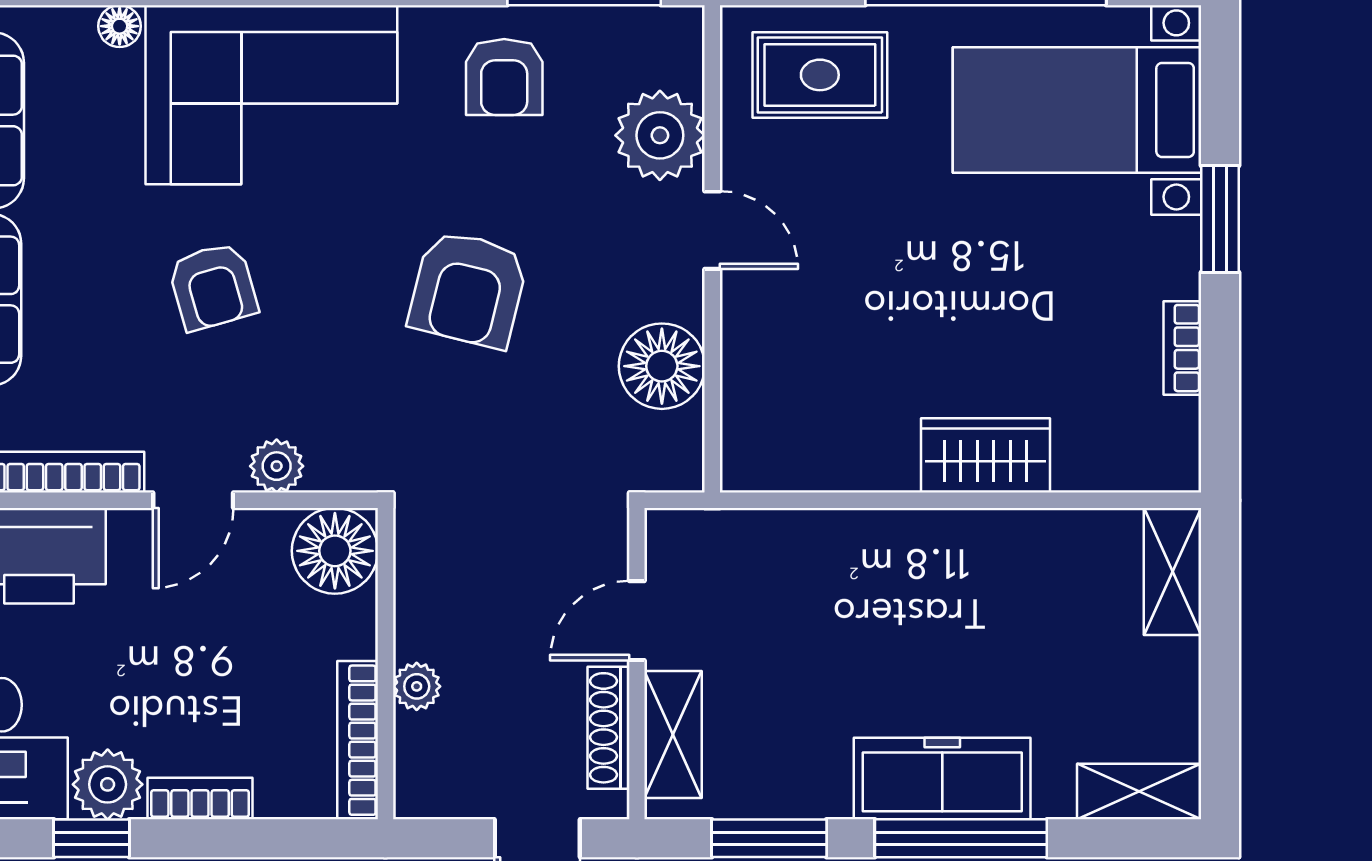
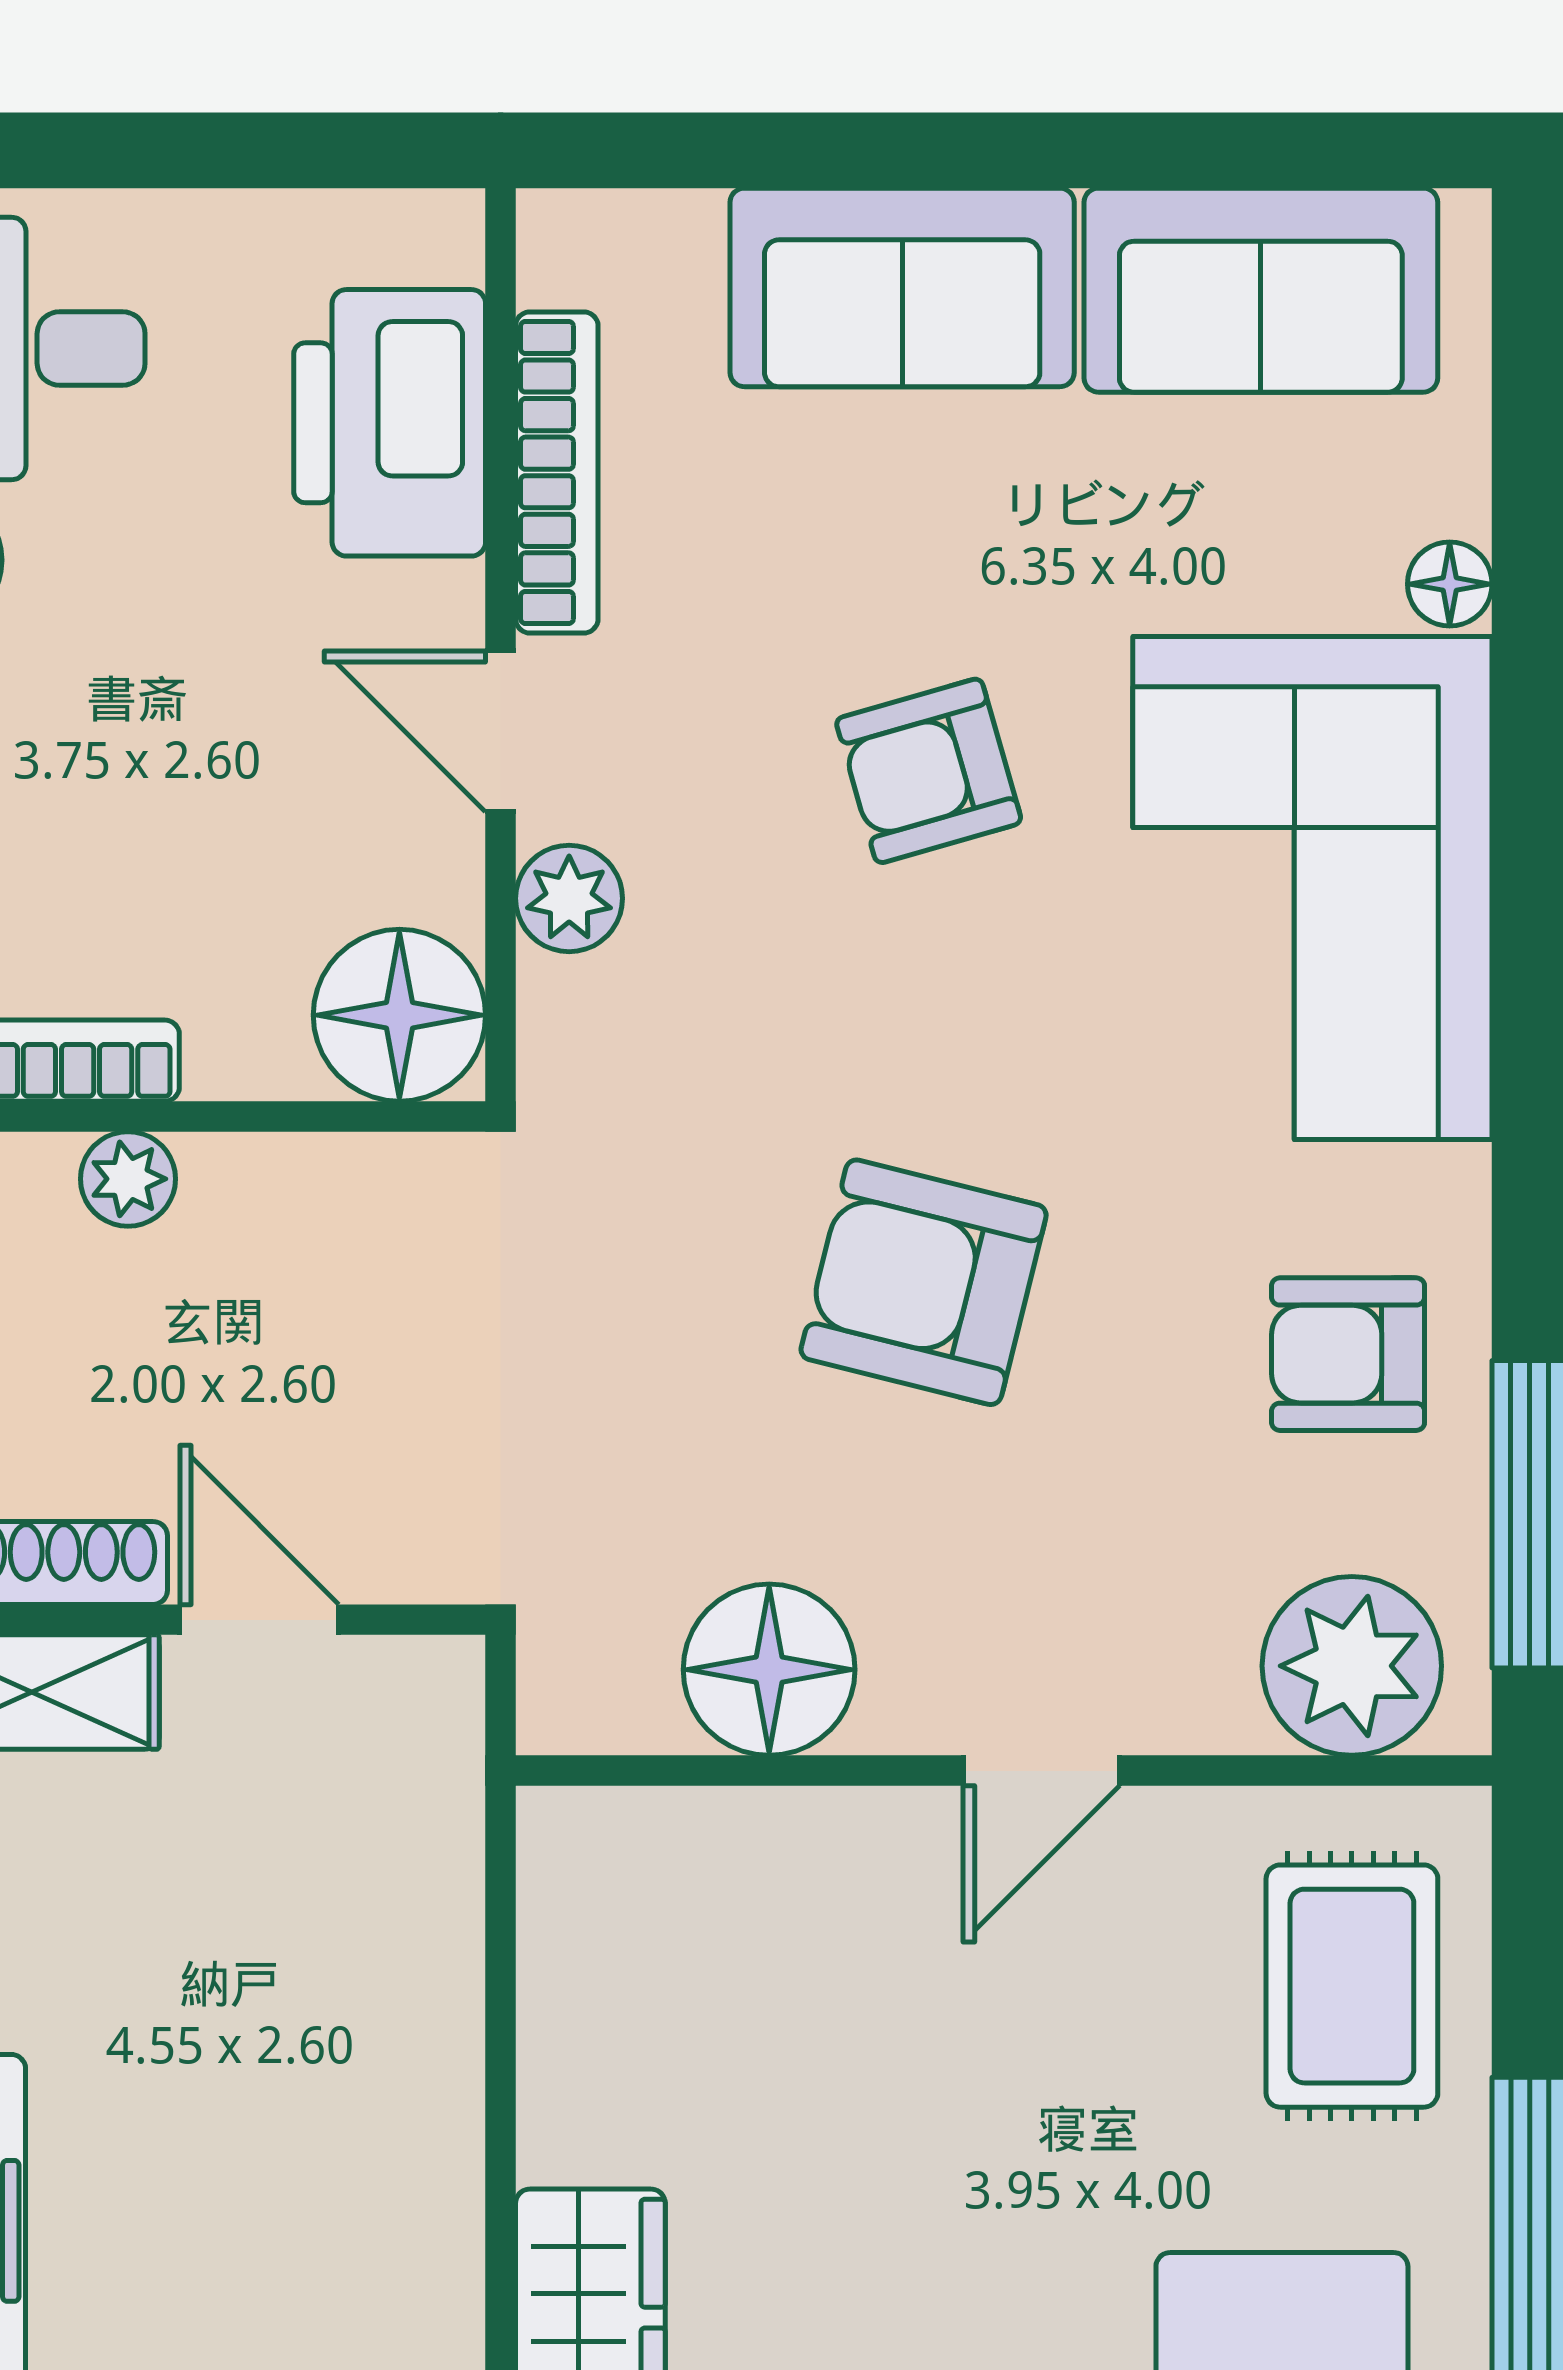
plant: (660, 135) -> (1352, 1666), moved

